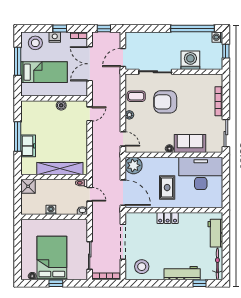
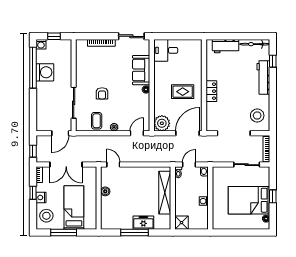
door: (123, 58) -> (60, 133), hinge flipped
washing machine: (190, 60) -> (45, 72), moved, turned 180
armchair: (165, 102) -> (102, 93), width x0.53, depth x0.53
desk: (201, 173) -> (166, 50), width x0.53, depth x0.77

